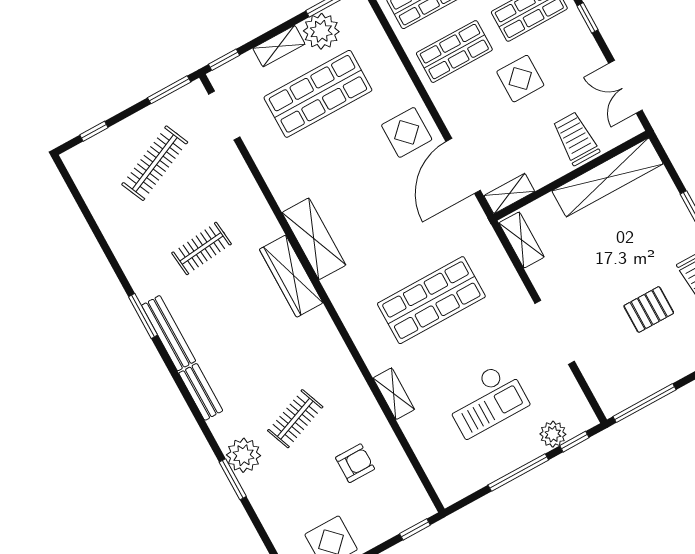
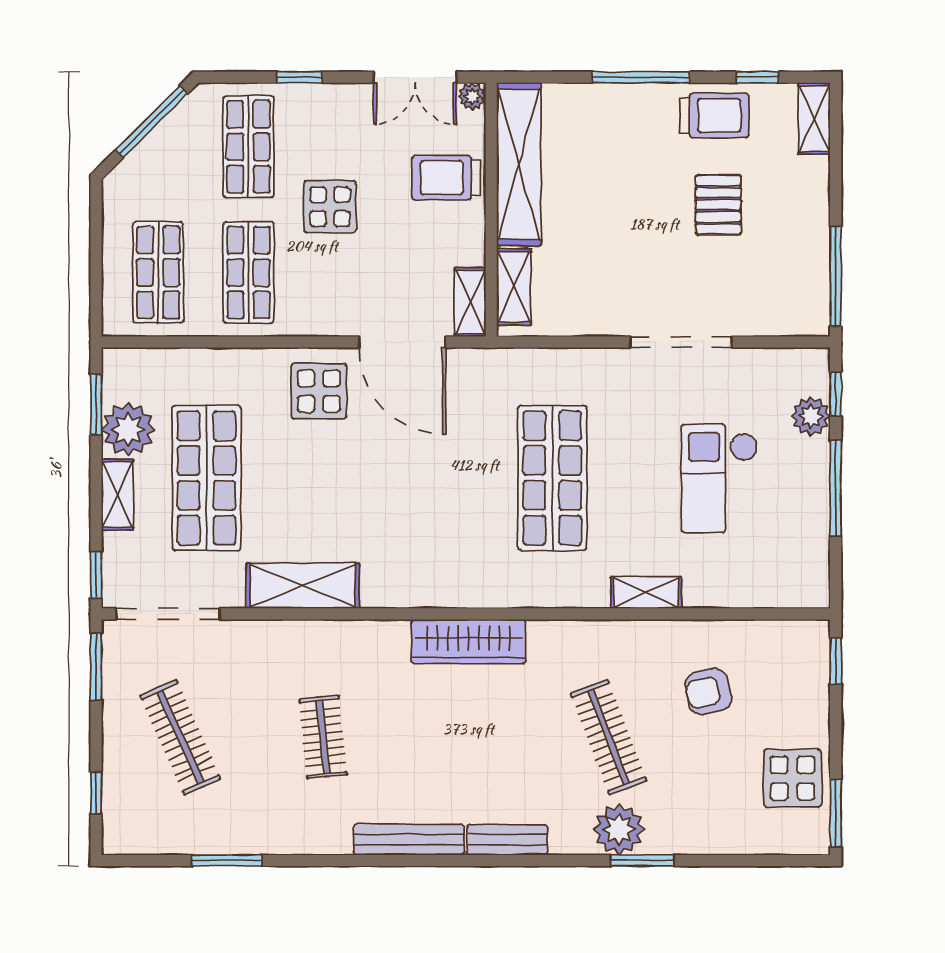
doorway: (224, 115) -> (168, 614), width x1.36
plant: (633, 127) -> (472, 96), added
shelving: (314, 239) -> (303, 586), moved
shelving: (522, 240) -> (514, 287), moved, turned 90
wardrobe: (291, 276) -> (469, 641), moved
window: (143, 316) -> (227, 860), moved
checkout: (486, 400) -> (719, 478), turned 180
clothes rail: (295, 419) -> (609, 737), width x1.36
armchair: (355, 463) -> (708, 692), turned -103

